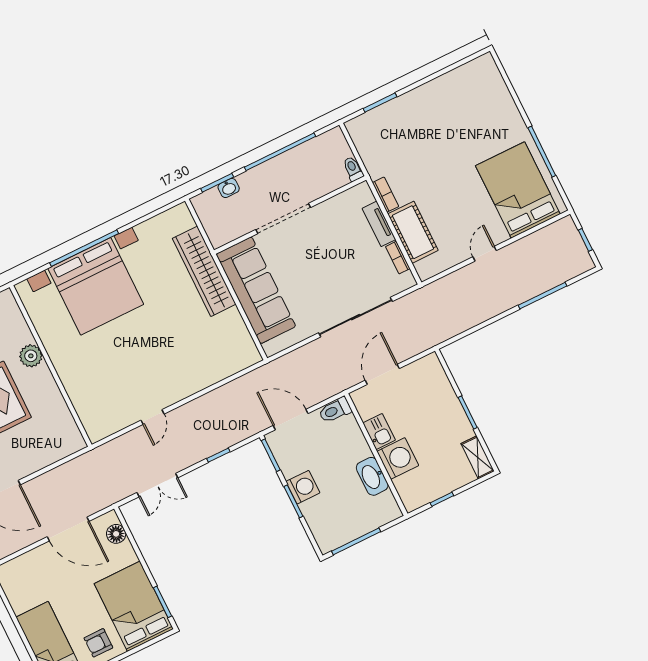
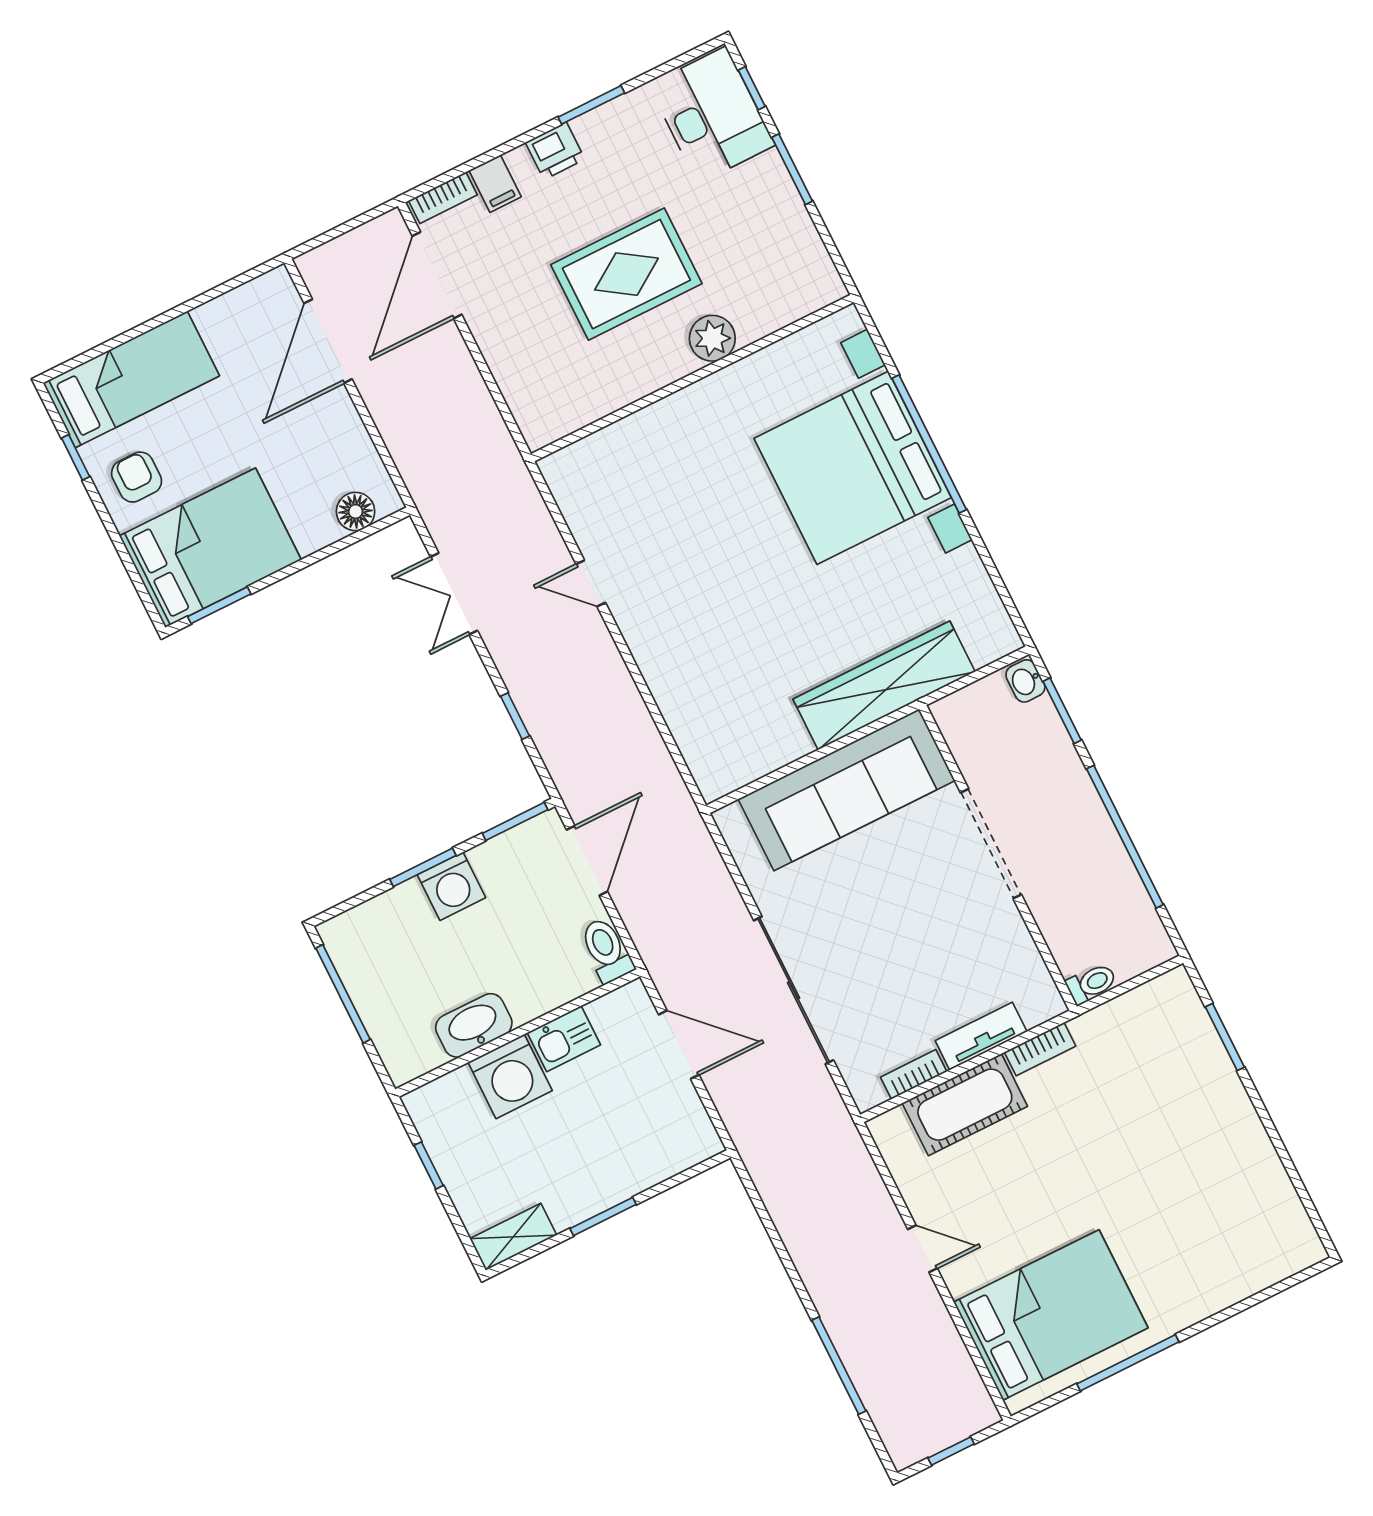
washbasin: (229, 188) -> (1025, 681), moved
door: (68, 529) -> (328, 341), moved

